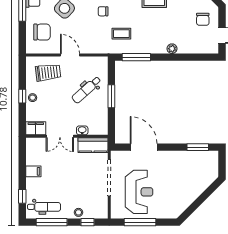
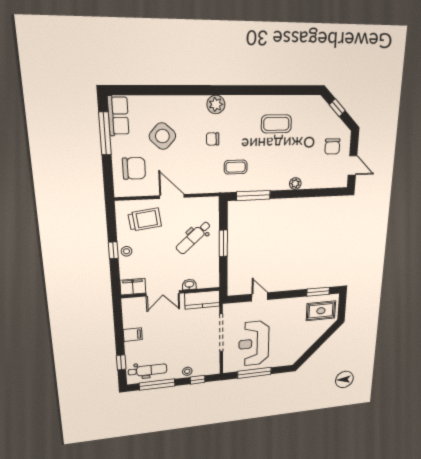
door: (144, 147) -> (260, 297), width x0.53
rug: (202, 166) -> (321, 311), added
reception desk: (139, 192) -> (254, 343), turned 180

